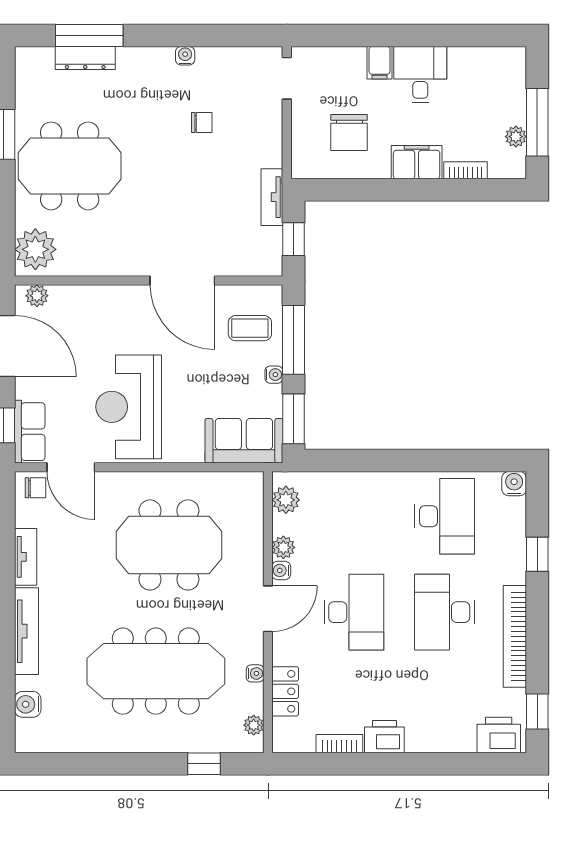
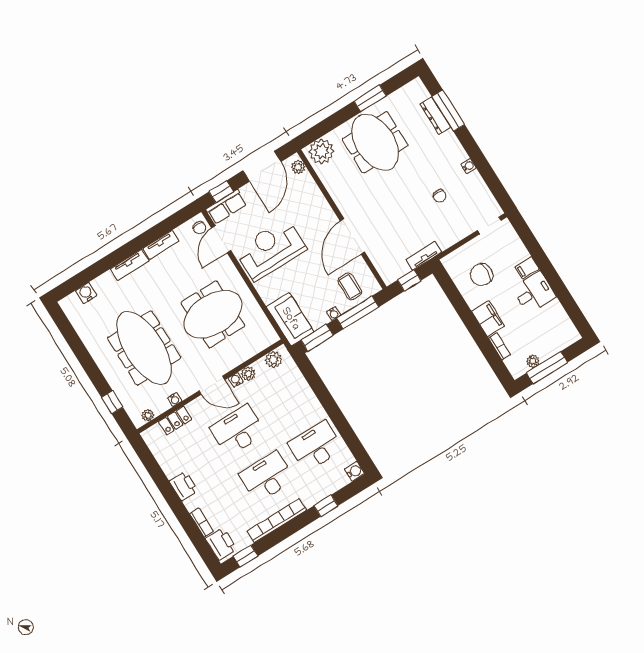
desk: (445, 516) -> (316, 446), turned 180
meeting table: (169, 545) -> (213, 314), turned 90
desk: (354, 612) -> (238, 430), turned 180
tv unit: (27, 631) -> (130, 265), width x0.71
bookcase: (339, 744) -> (202, 523), moved

